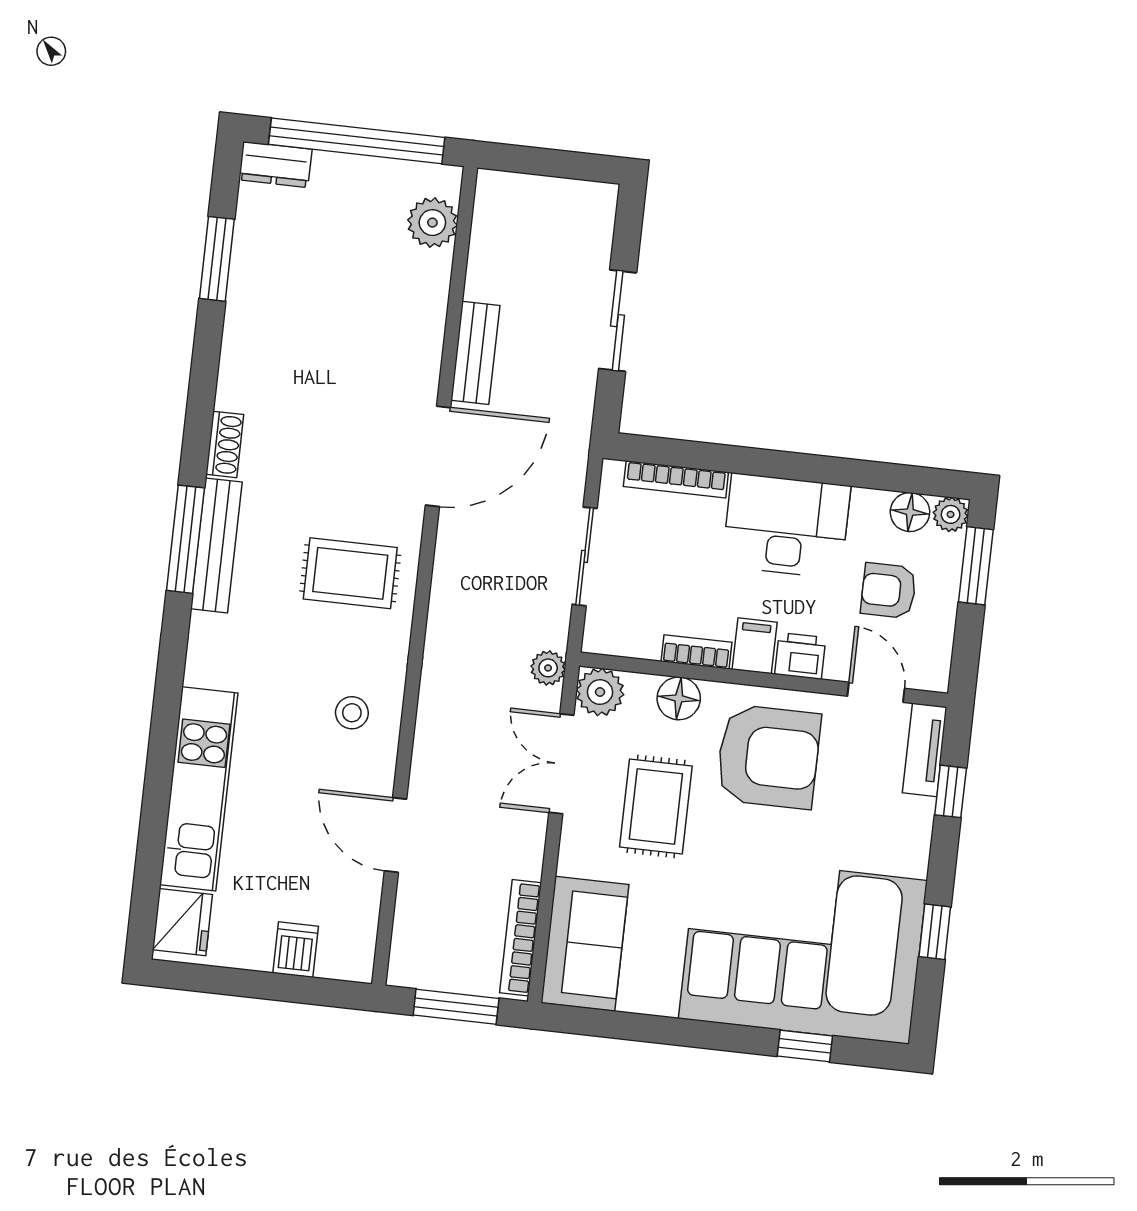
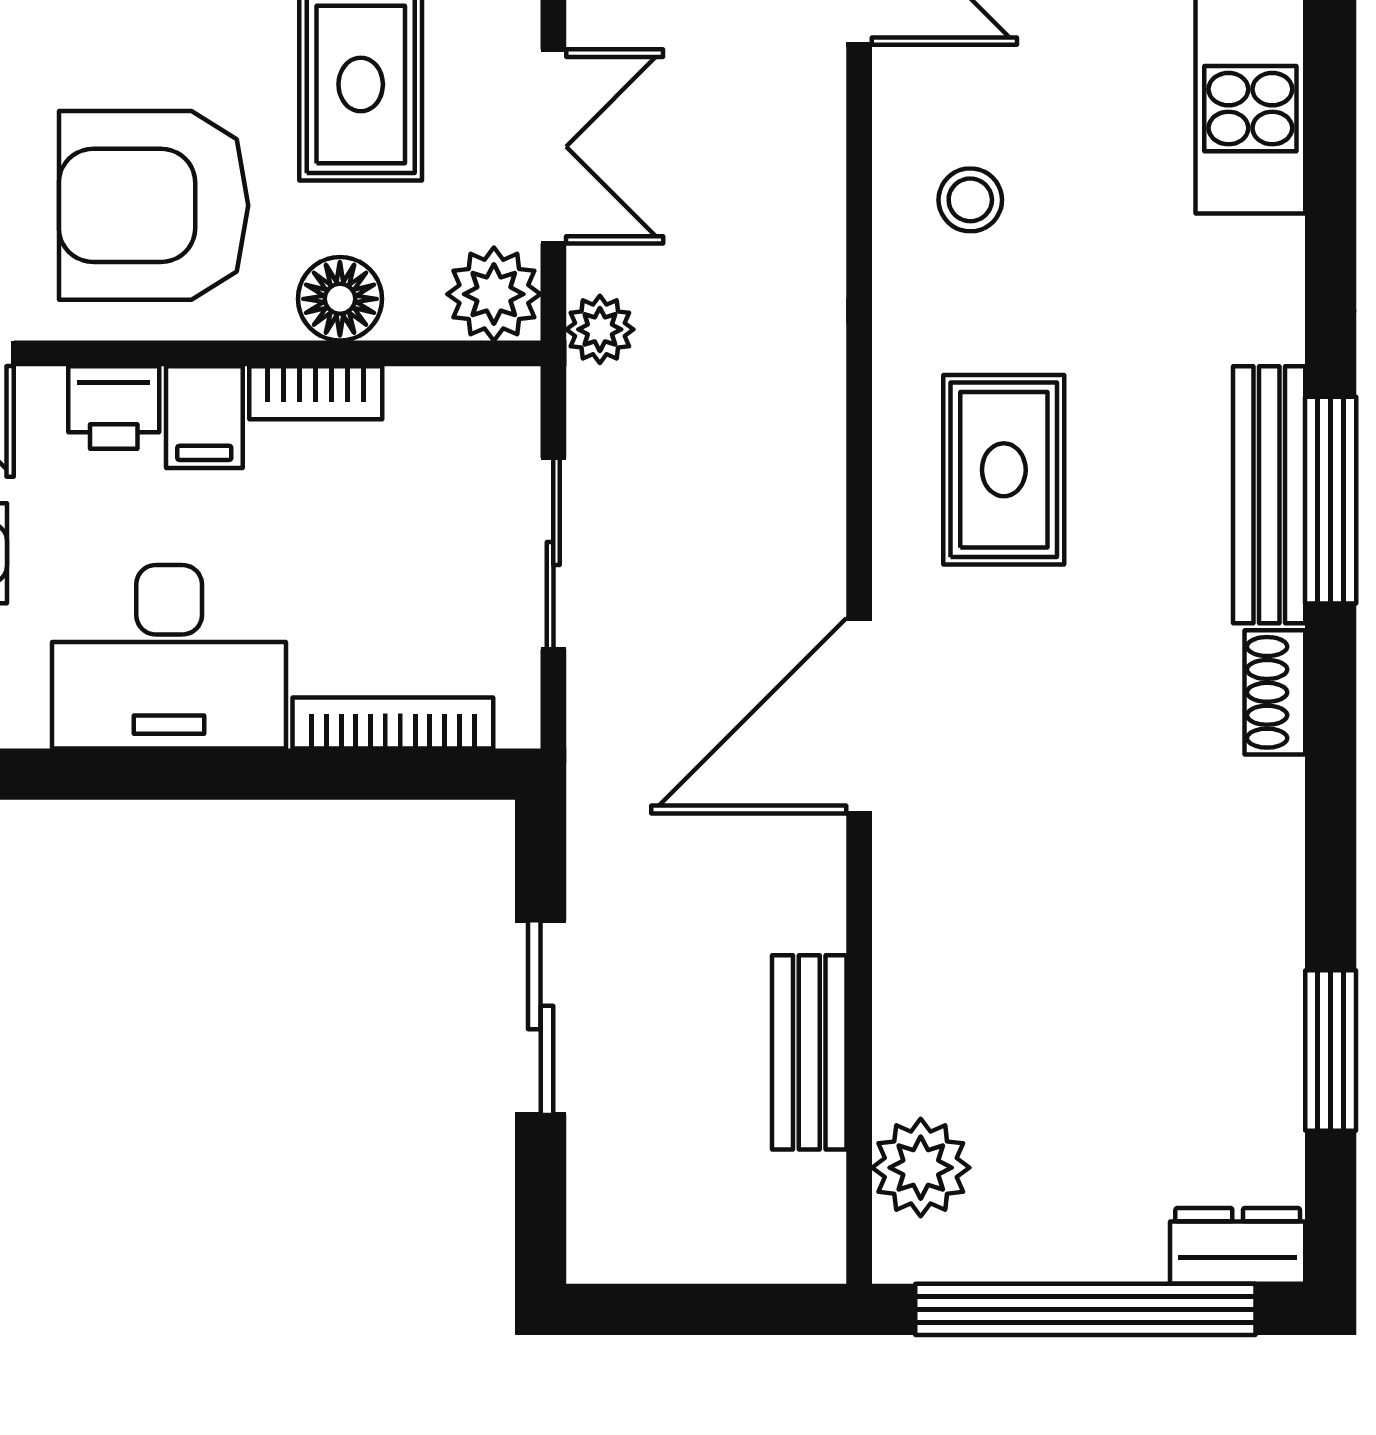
bench: (475, 353) -> (809, 1052), moved
rug: (350, 573) -> (1004, 470), turned 90

